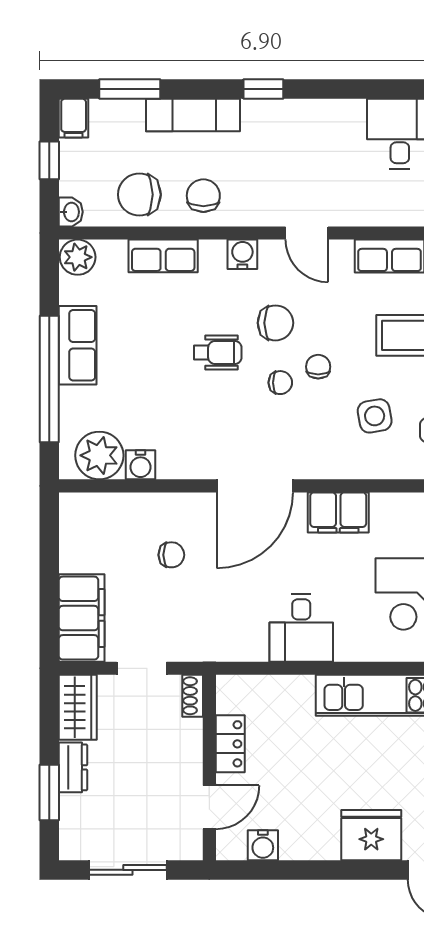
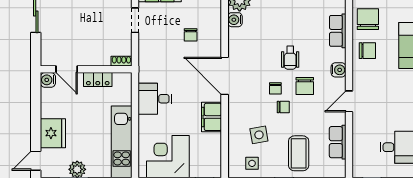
shoe rack: (193, 696) -> (121, 61), moved
locker: (230, 744) -> (98, 80), moved
wall: (209, 768) -> (86, 69), moved
door: (209, 807) -> (67, 69), moved

